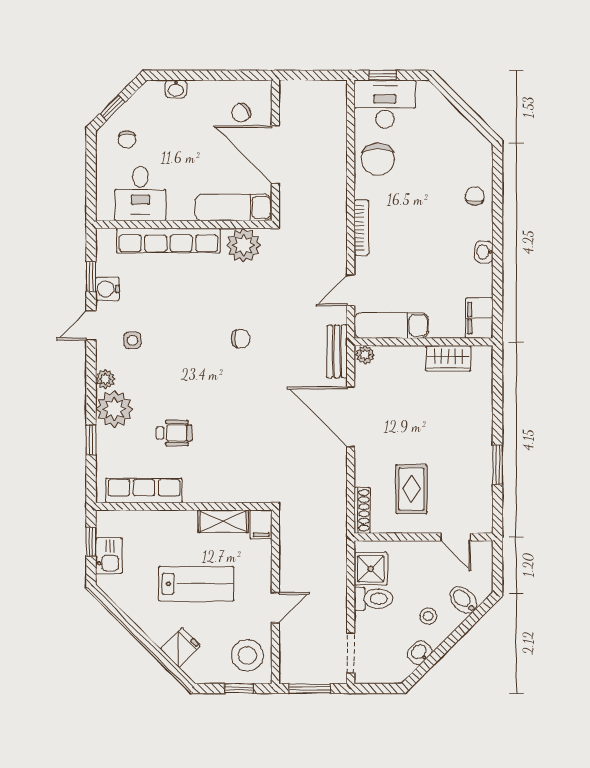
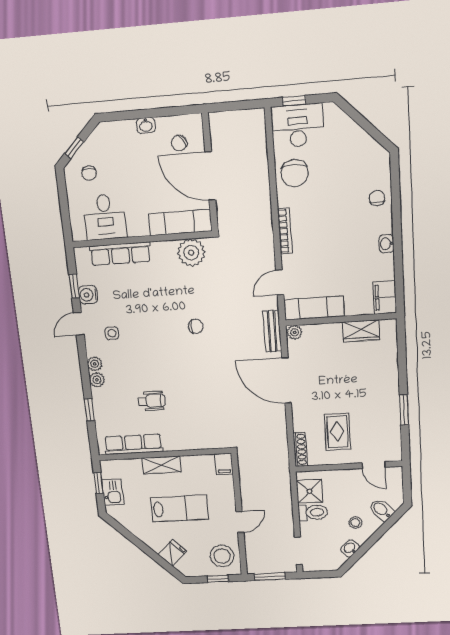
washbasin: (176, 89) -> (146, 125), moved
row of seats: (168, 240) -> (120, 254), width x0.73
plant: (114, 409) -> (97, 380), width x0.53, depth x0.53
shelving: (223, 521) -> (162, 465), moved

